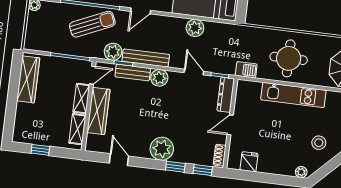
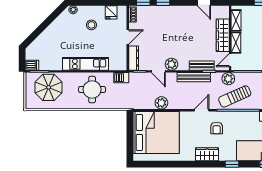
plant: (113, 52) -> (228, 79), moved
plant: (159, 78) -> (171, 64), moved
stool: (319, 143) -> (91, 25), moved
plant: (162, 149) -> (174, 14), removed

